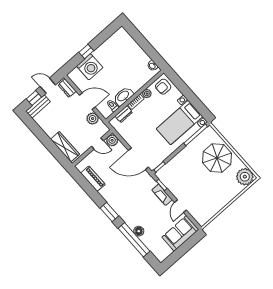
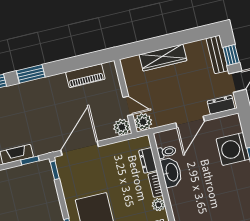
plant: (93, 119) -> (143, 122), moved
door: (97, 144) -> (128, 106), swing flipped
wardrobe: (65, 147) -> (163, 58), moved

